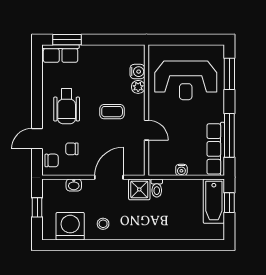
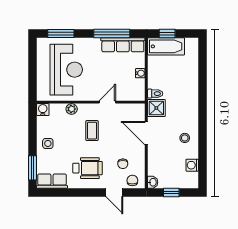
row of seats: (61, 54) -> (52, 181), moved, turned -90
side table: (96, 58) -> (48, 143), added
water cooler: (137, 72) -> (43, 110), moved
washbasin: (74, 185) -> (153, 182), moved
washing machine: (70, 226) -> (192, 165), width x0.53, depth x0.53

